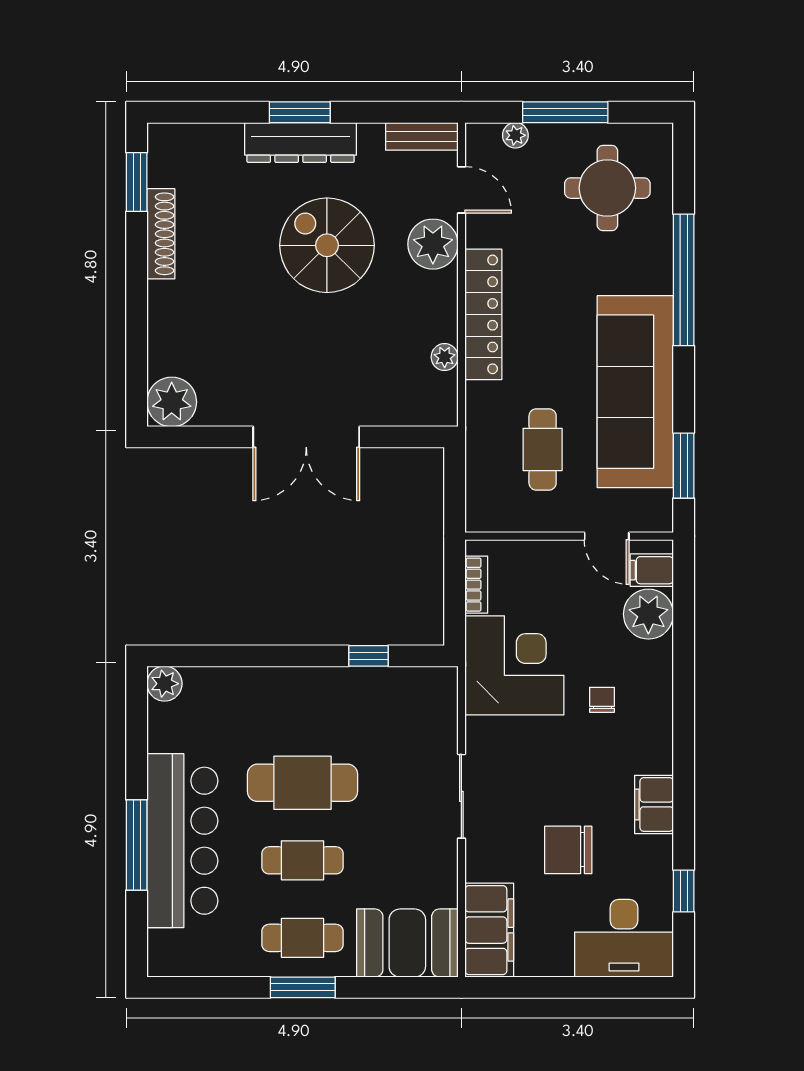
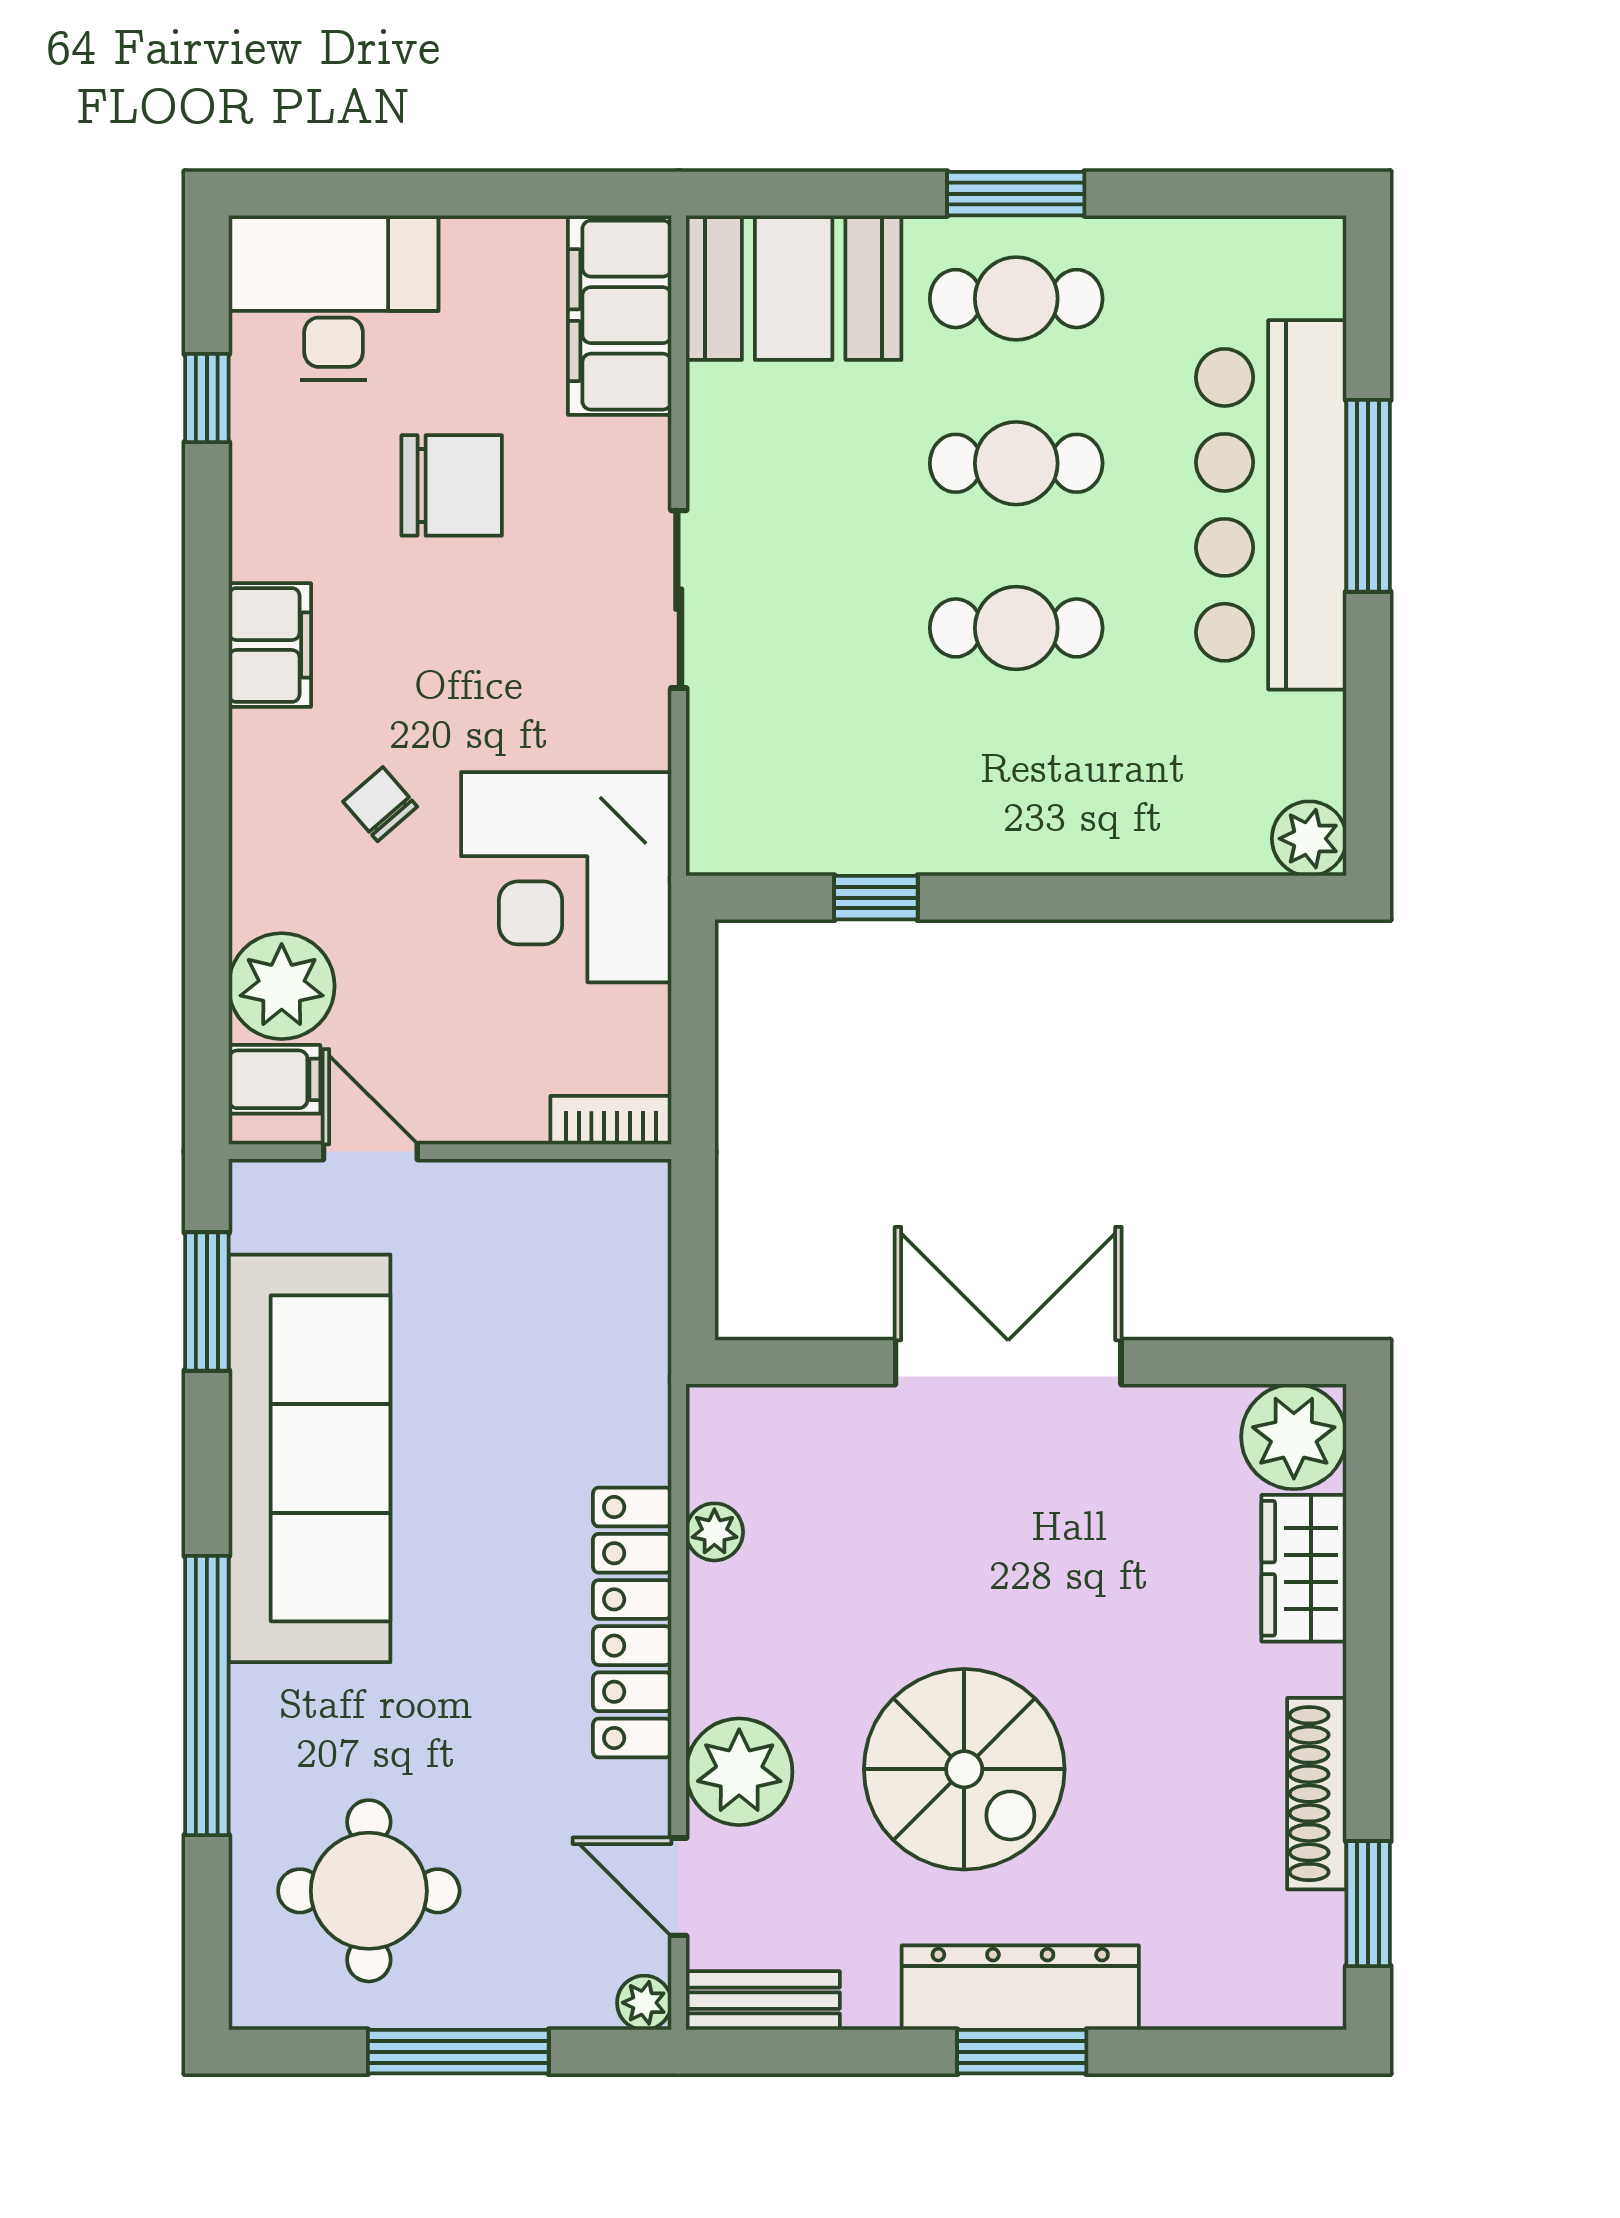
plant: (515, 135) -> (644, 2003), moved
wardrobe: (167, 340) -> (1304, 1568), added
cafe table: (543, 449) -> (506, 1336), removed
bookcase: (476, 585) -> (611, 1120), moved, turned 90
chair: (602, 700) -> (380, 804), turned 139
cafe table: (302, 783) -> (1016, 628), width x0.73, depth x0.74
filing cabinet: (654, 804) -> (270, 645), moved

